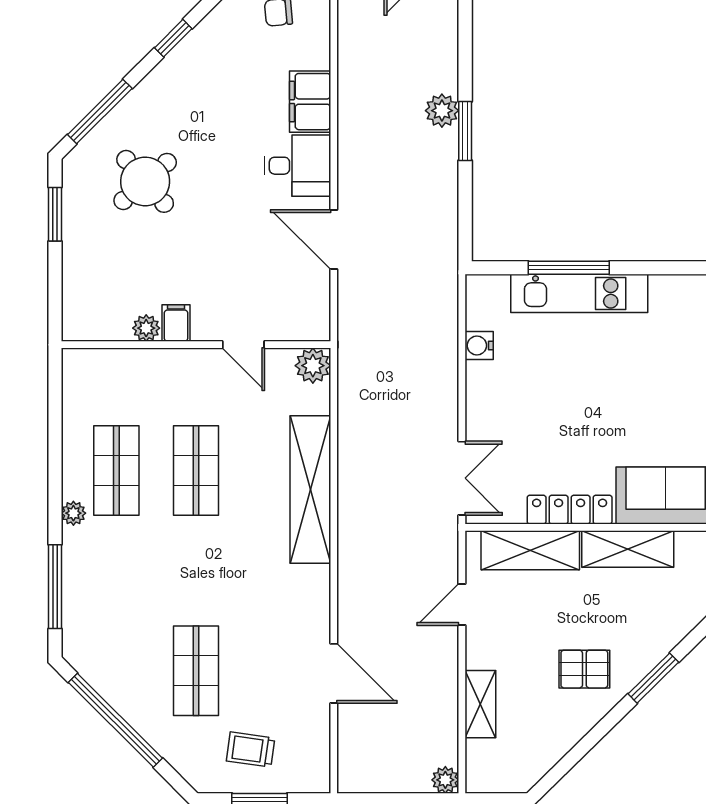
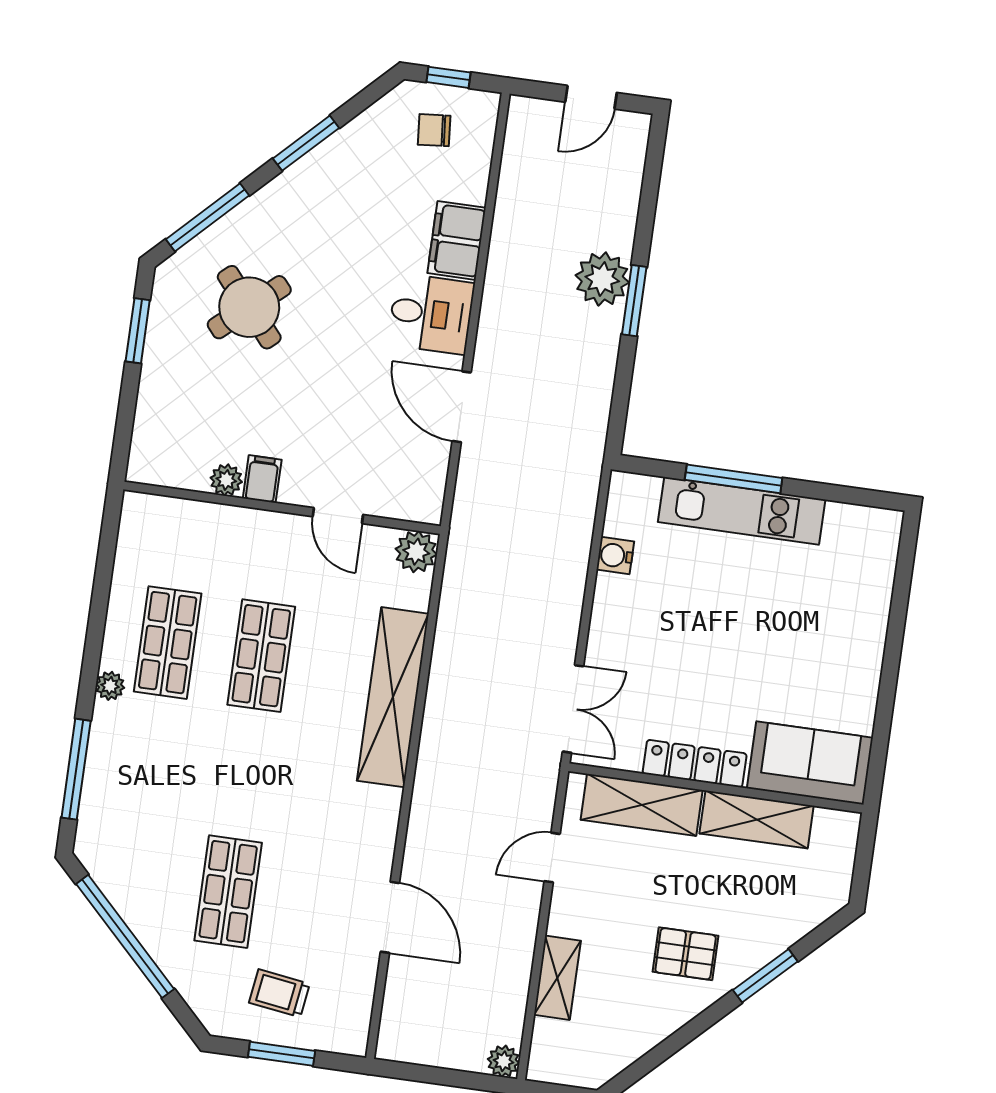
window: (173, 38) -> (306, 143), width x1.50
plant: (442, 111) -> (602, 279), width x1.36, depth x1.36

